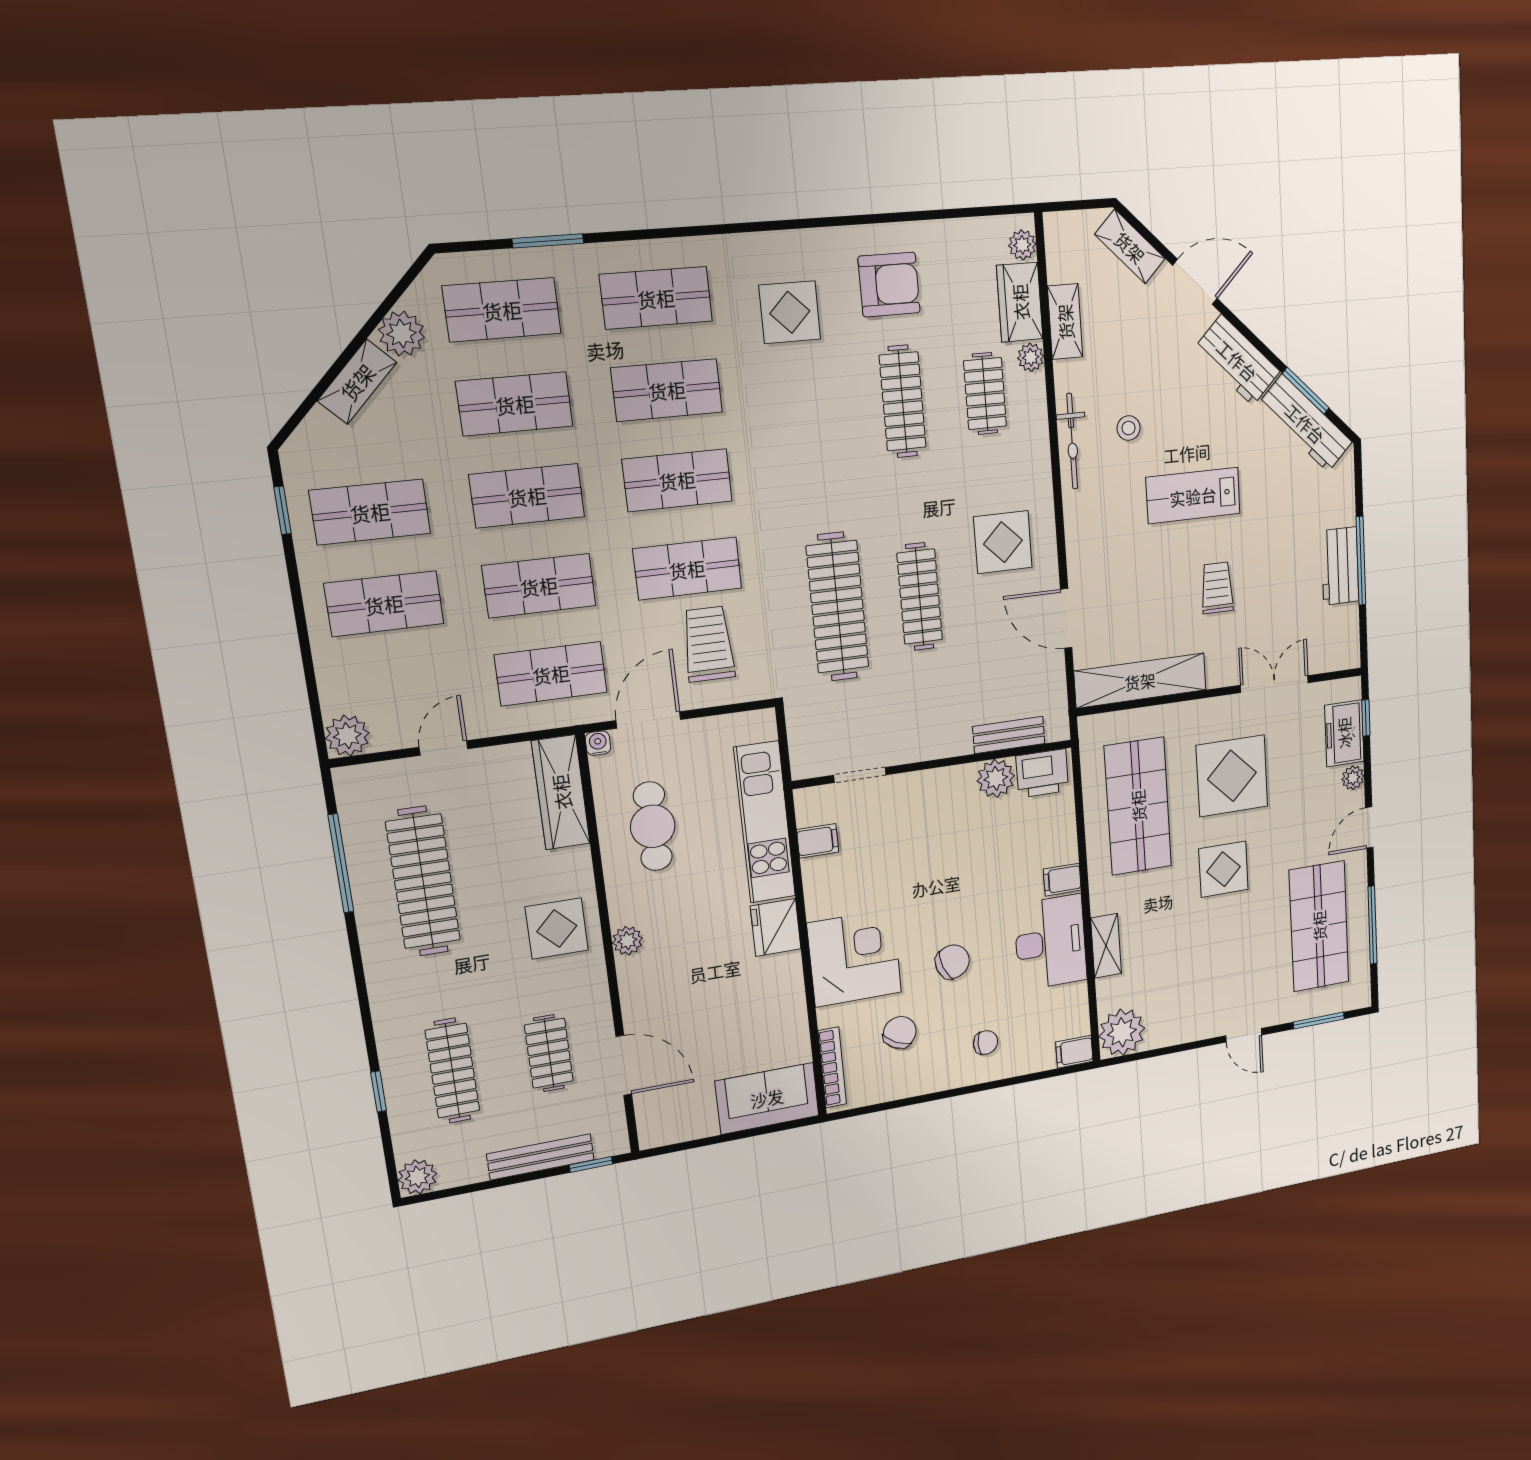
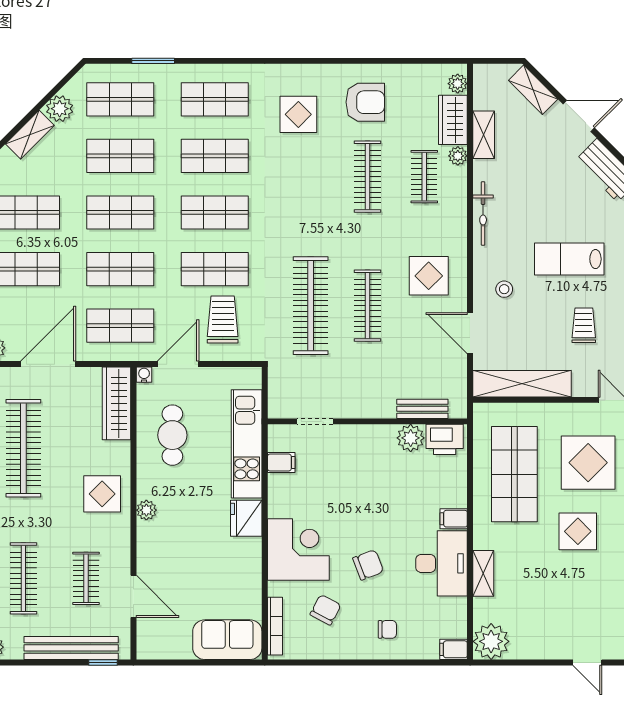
stool: (1129, 428) -> (504, 289), moved
door: (444, 748) -> (48, 364), width x1.88
bench: (541, 1157) -> (71, 648), width x1.37, depth x1.21

